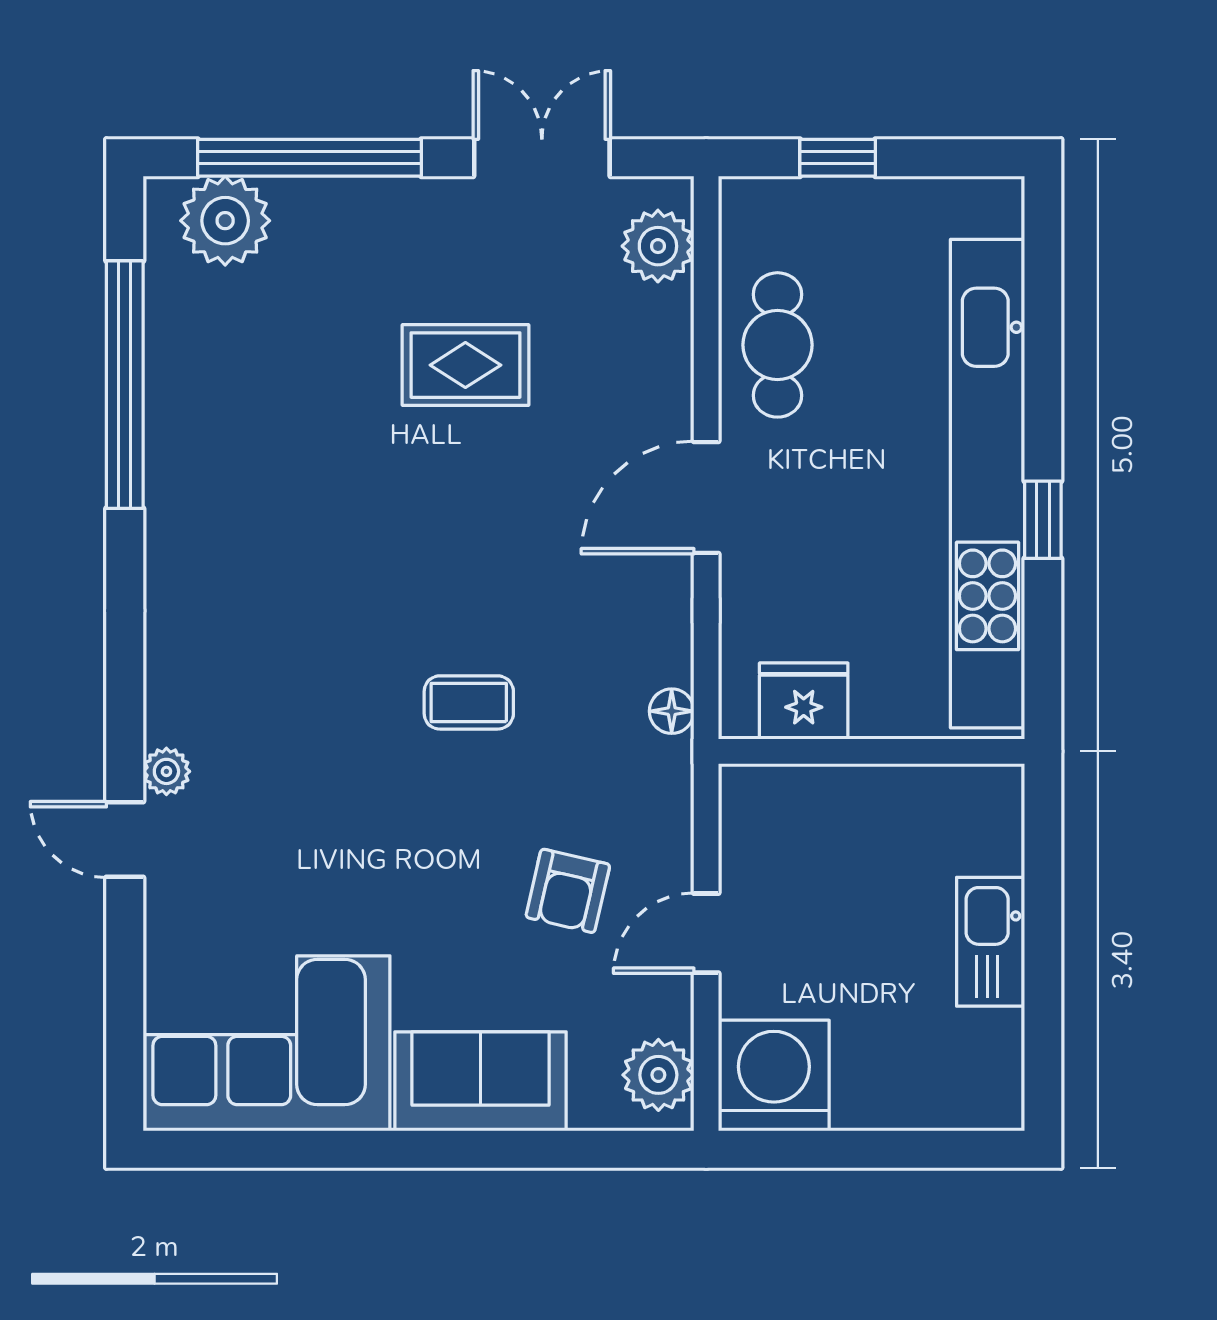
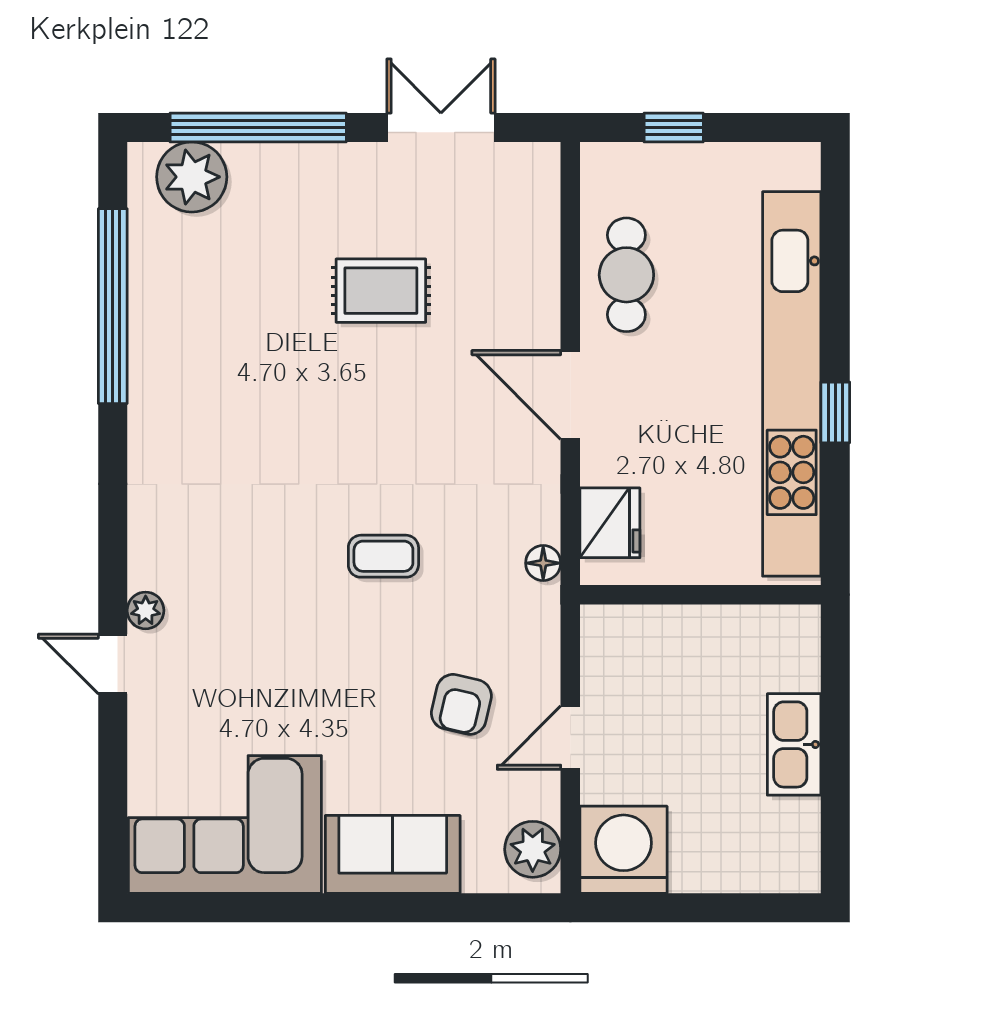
plant: (658, 246) -> (532, 197), removed
door: (706, 498) -> (570, 395), hinge flipped
fridge: (804, 701) -> (610, 523), moved, turned 90

